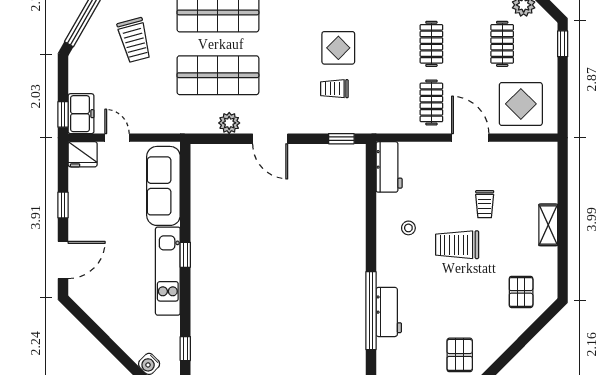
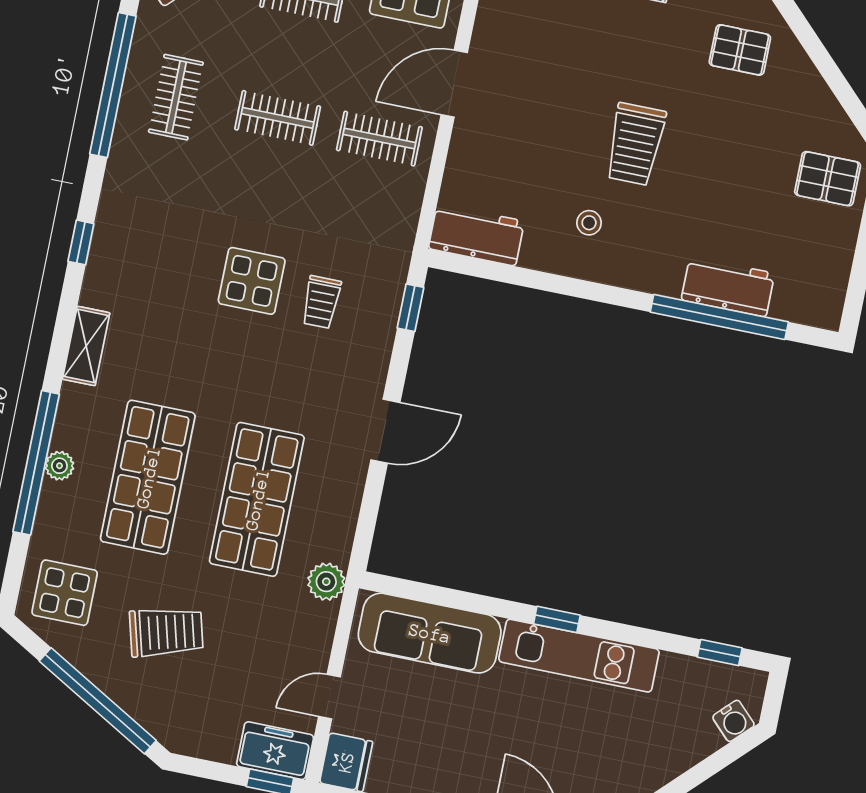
plant: (229, 123) -> (326, 582), moved
trolley: (485, 204) -> (575, 82), removed

